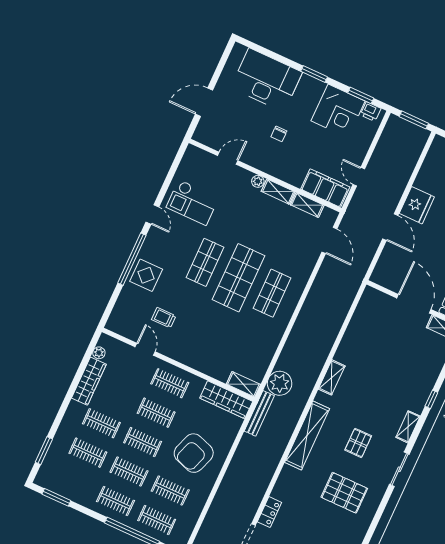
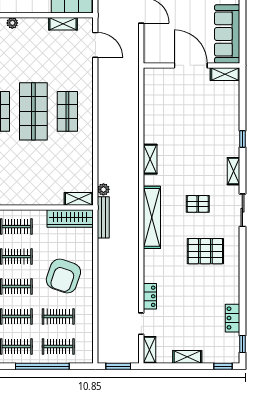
shelving: (278, 192) -> (33, 24), removed
plant: (280, 383) -> (103, 189), width x0.53, depth x0.53
pallet: (358, 443) -> (198, 204), turned 90

